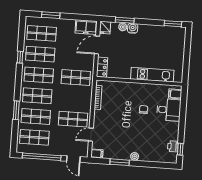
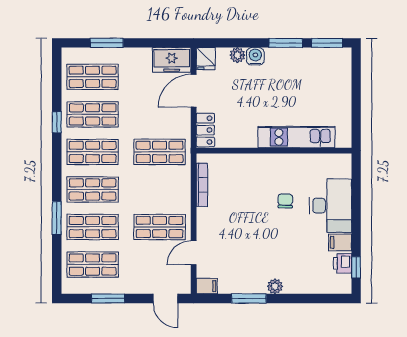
window: (125, 20) -> (286, 43), moved
filing cabinet: (175, 94) -> (340, 242), moved
desk: (169, 110) -> (330, 206), width x1.37
window: (42, 157) -> (108, 298), width x0.47

